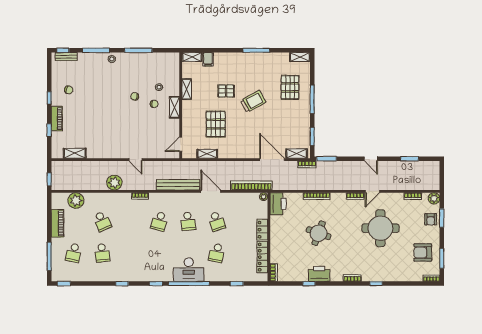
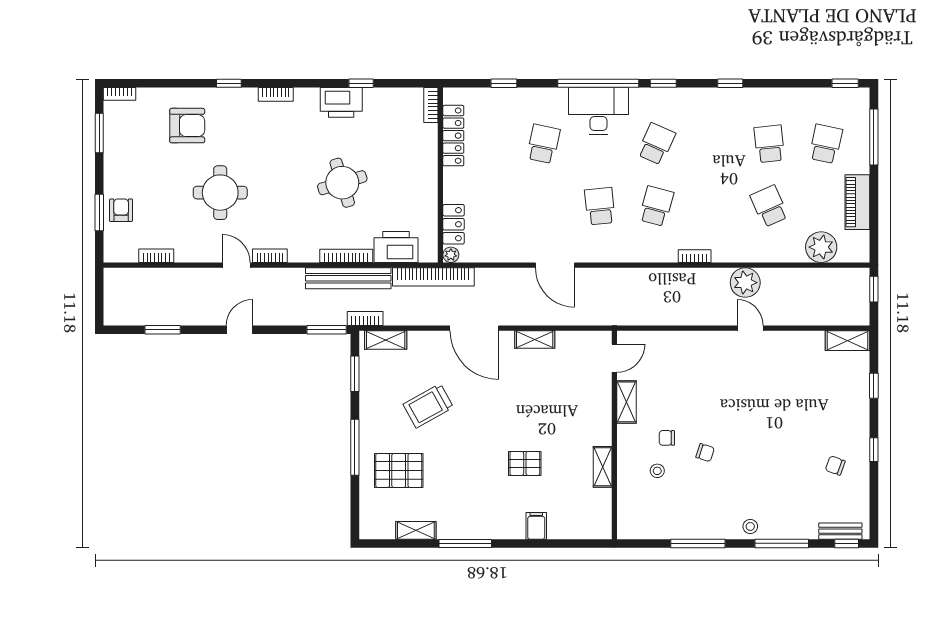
shelving: (192, 57) -> (592, 530), removed
shelving: (300, 57) -> (416, 530), moved
filing cabinet: (208, 59) -> (536, 526), moved
pallet: (290, 87) -> (399, 470), turned 90
trolley: (253, 101) -> (428, 406), moved
shelving: (175, 107) -> (627, 402), moved
piano: (57, 119) -> (859, 409), removed
pallet: (216, 124) -> (545, 398), removed
shelving: (75, 153) -> (847, 341), moved
shelving: (207, 154) -> (535, 339), moved
door: (371, 159) -> (239, 330), hinge flipped
door: (135, 160) -> (750, 328), moved
door: (272, 160) -> (474, 328), moved
bench: (178, 185) -> (348, 278), moved
bookcase: (251, 185) -> (433, 277), moved
door: (372, 191) -> (236, 265), hinge flipped
plant: (434, 198) -> (115, 251), removed
printer: (278, 204) -> (396, 247), moved, turned 90
school desk: (217, 221) -> (656, 144), moved, turned 42
round table: (380, 228) -> (220, 193), width x0.73, depth x0.73
locker: (262, 230) -> (454, 224), moved
round table: (319, 233) -> (342, 183), turned -37
armchair: (423, 253) -> (187, 126), moved

